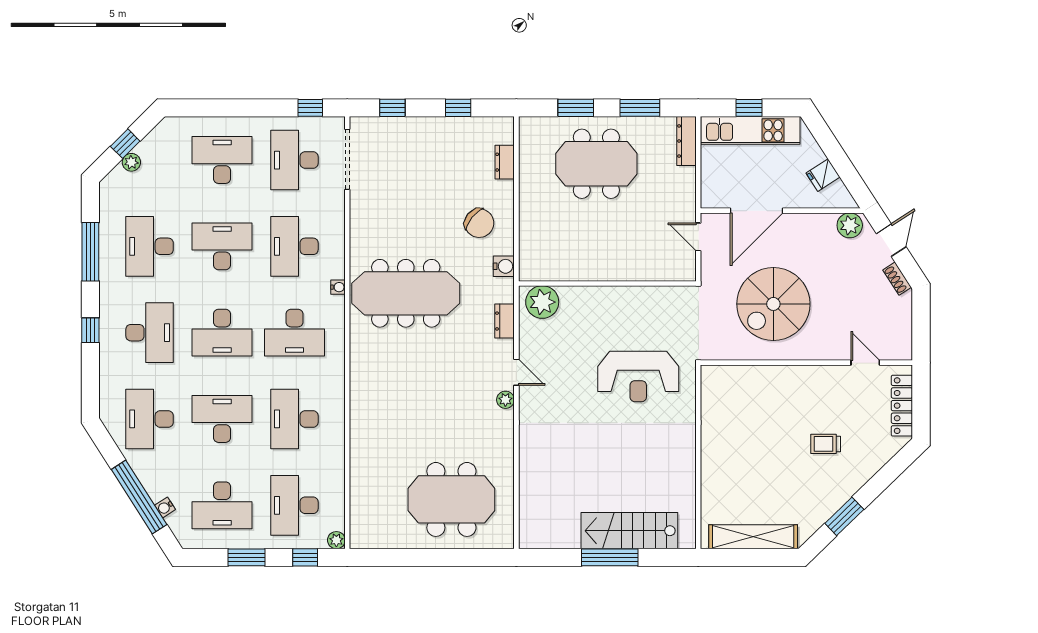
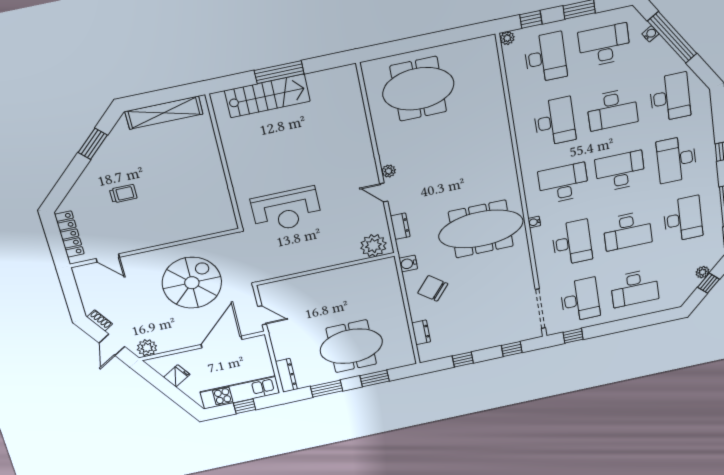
reception desk: (638, 376) -> (286, 210), turned 180

